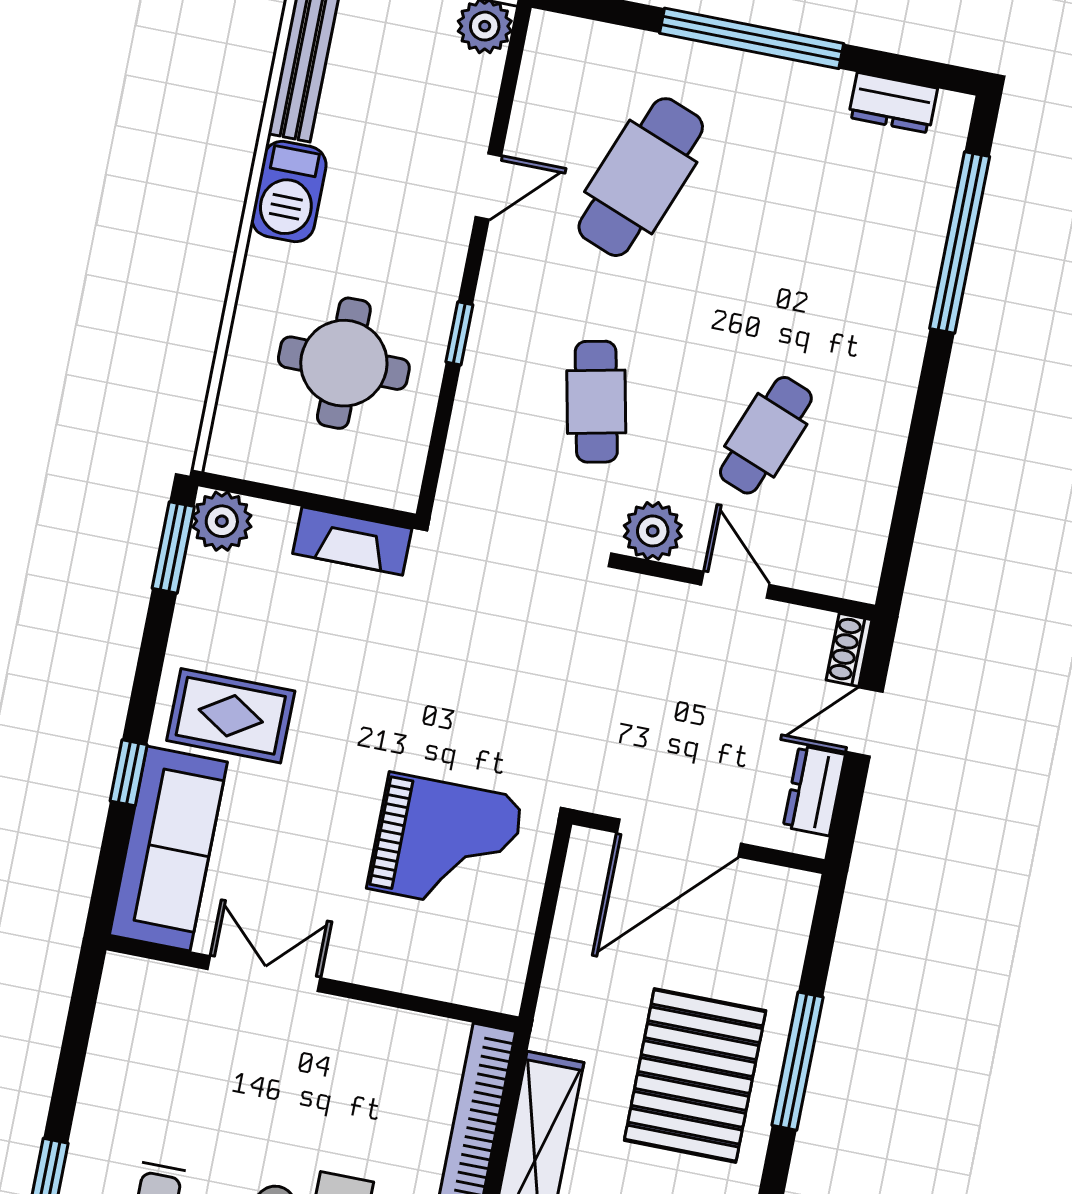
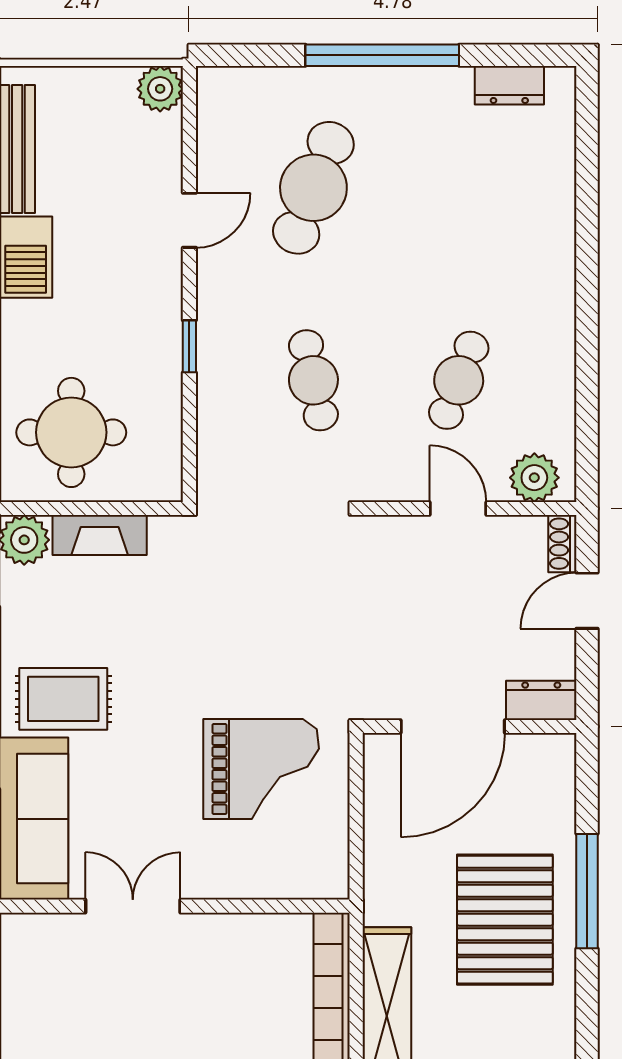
window: (960, 242) -> (587, 190), removed
round table: (344, 363) -> (71, 432), moved
plant: (653, 531) -> (534, 478), moved
fireplace: (352, 541) -> (100, 535), moved
dresser: (814, 791) -> (541, 700), moved, turned 90

